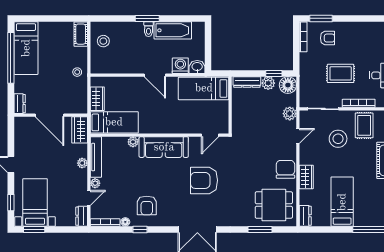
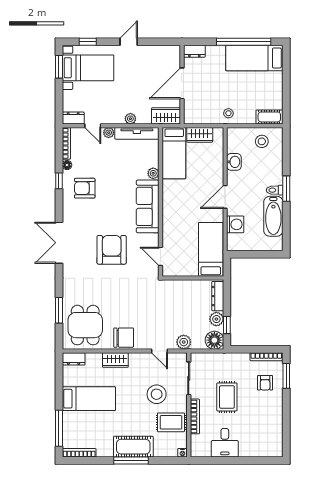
washbasin: (197, 67) -> (234, 162), moved

